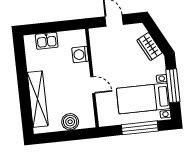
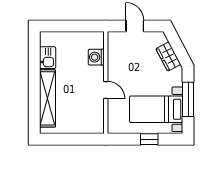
kitchen sink: (47, 41) -> (48, 58), moved, turned -90
boiler: (70, 122) -> (78, 125), removed
window: (140, 128) -> (149, 139), width x0.46

